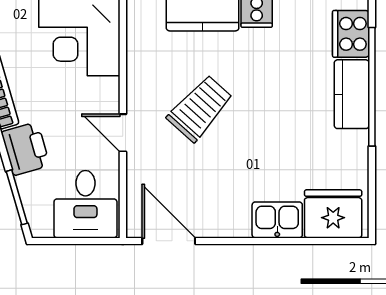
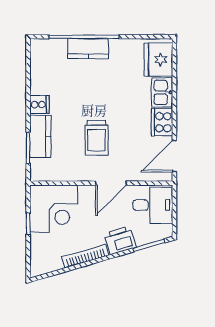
cooker: (351, 34) -> (162, 122), moved, turned 90
trolley: (200, 108) -> (97, 138), turned -132
door: (123, 133) -> (111, 183), width x1.38

